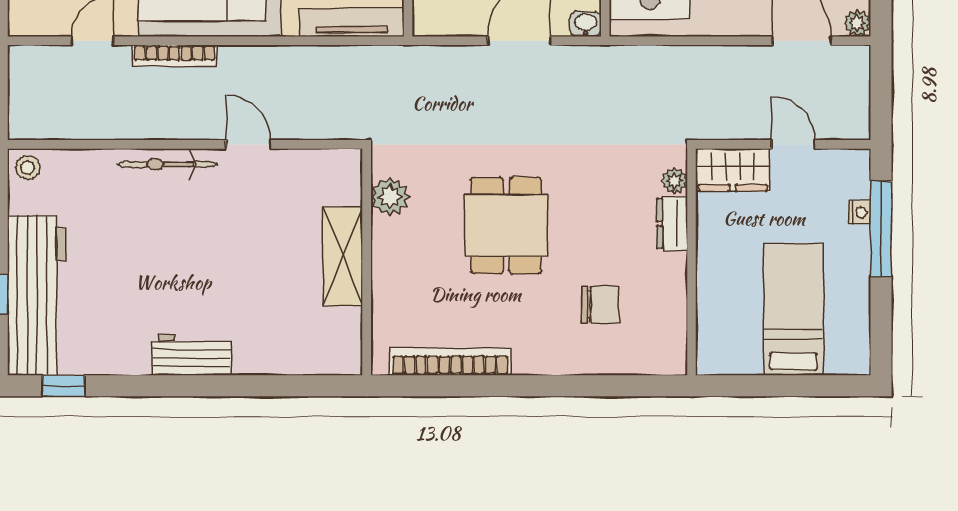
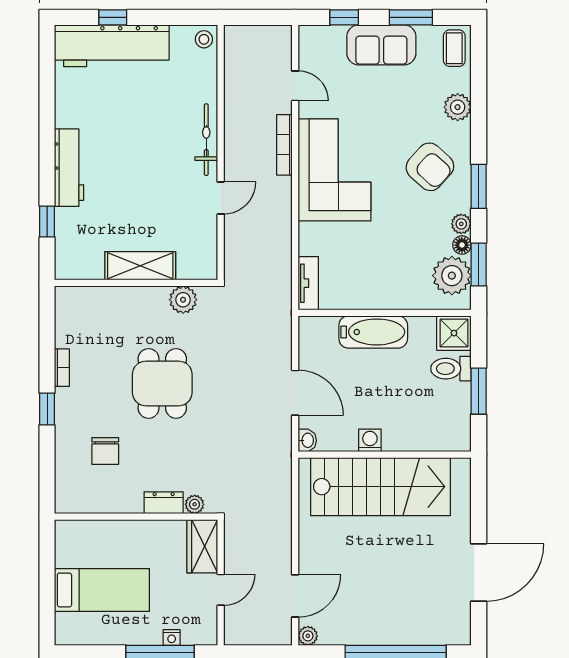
tv unit: (352, 22) -> (308, 283), width x0.71
dining table: (506, 225) -> (162, 383), turned 90
workbench: (192, 355) -> (69, 168), width x1.38
bookcase: (450, 362) -> (62, 368), width x0.43, depth x0.76
window: (64, 386) -> (47, 222), moved
window: (542, 386) -> (47, 409), added

